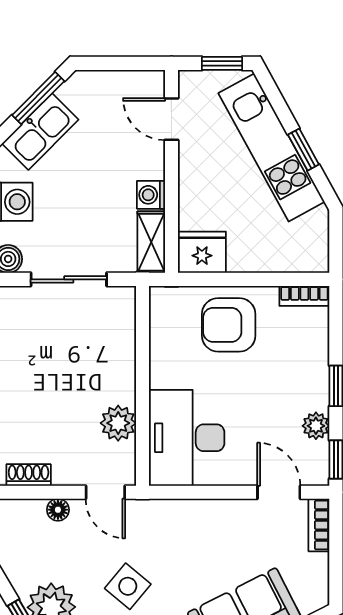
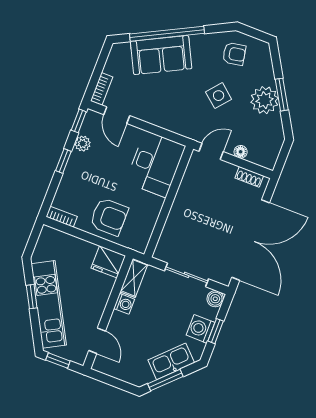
plant: (118, 423) -> (190, 186), removed
door: (105, 492) -> (211, 151), hinge flipped

